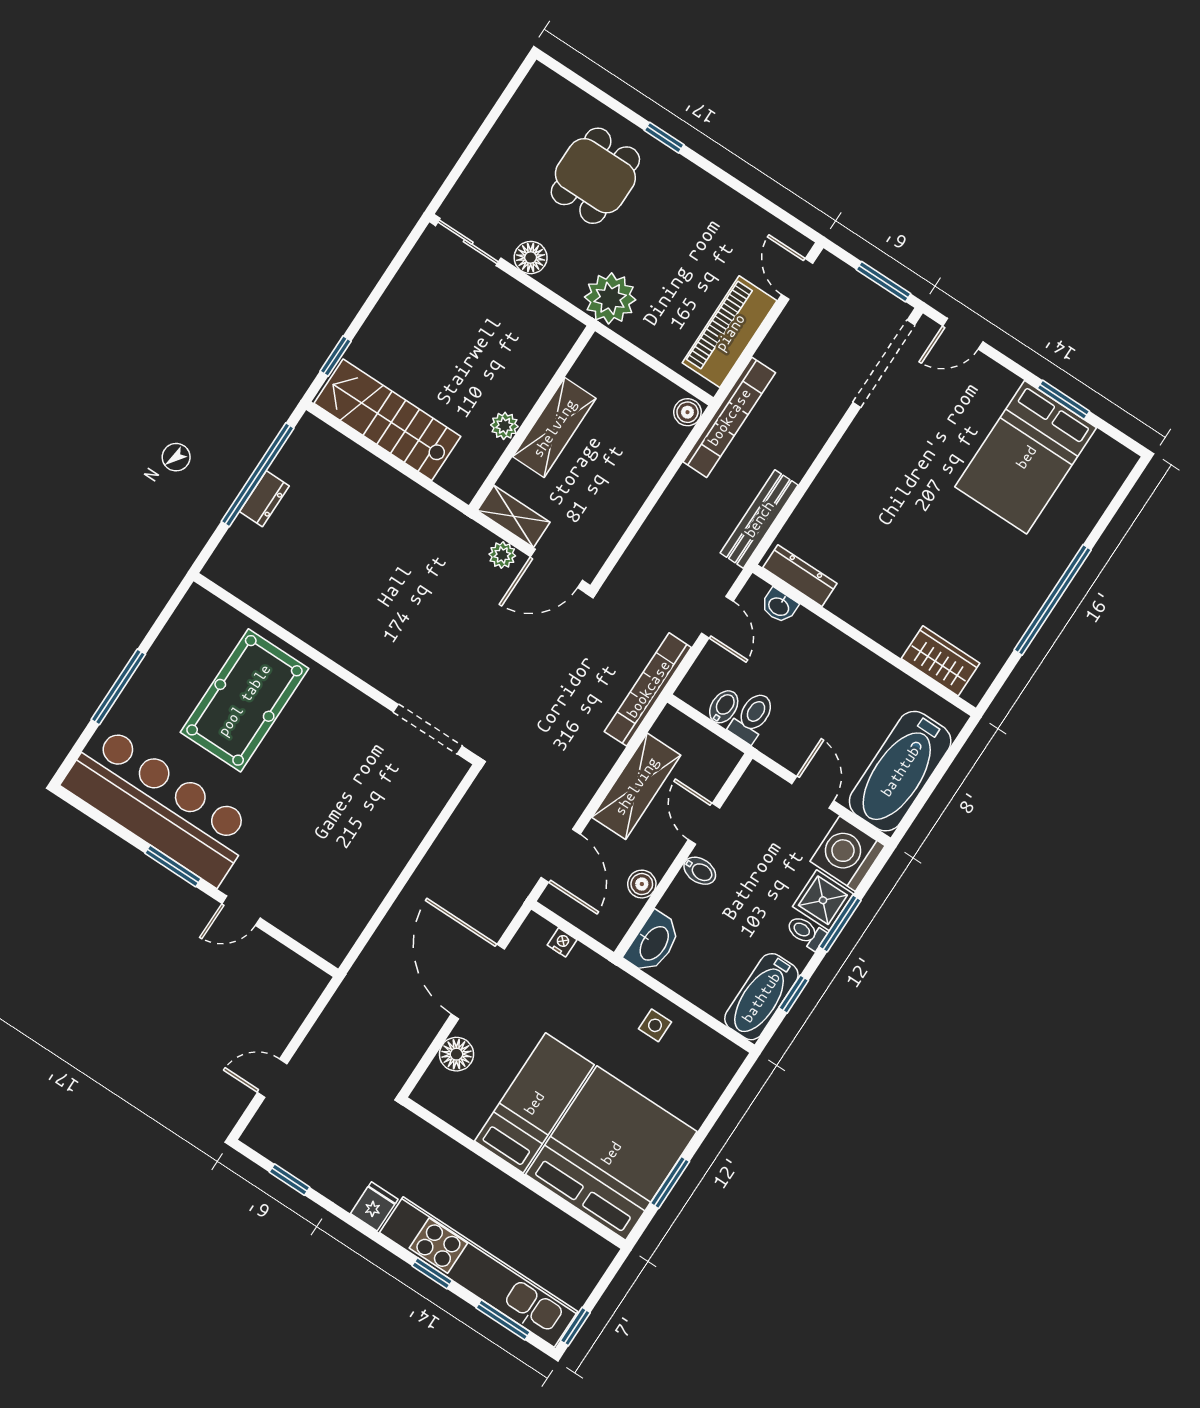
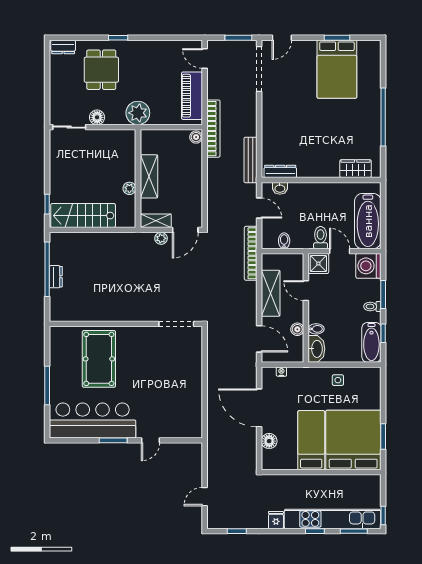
dresser: (553, 88) -> (63, 47), added
toilet: (752, 717) -> (321, 238), moved
bidet: (700, 871) -> (316, 329), moved
shower: (823, 900) -> (318, 264), moved

